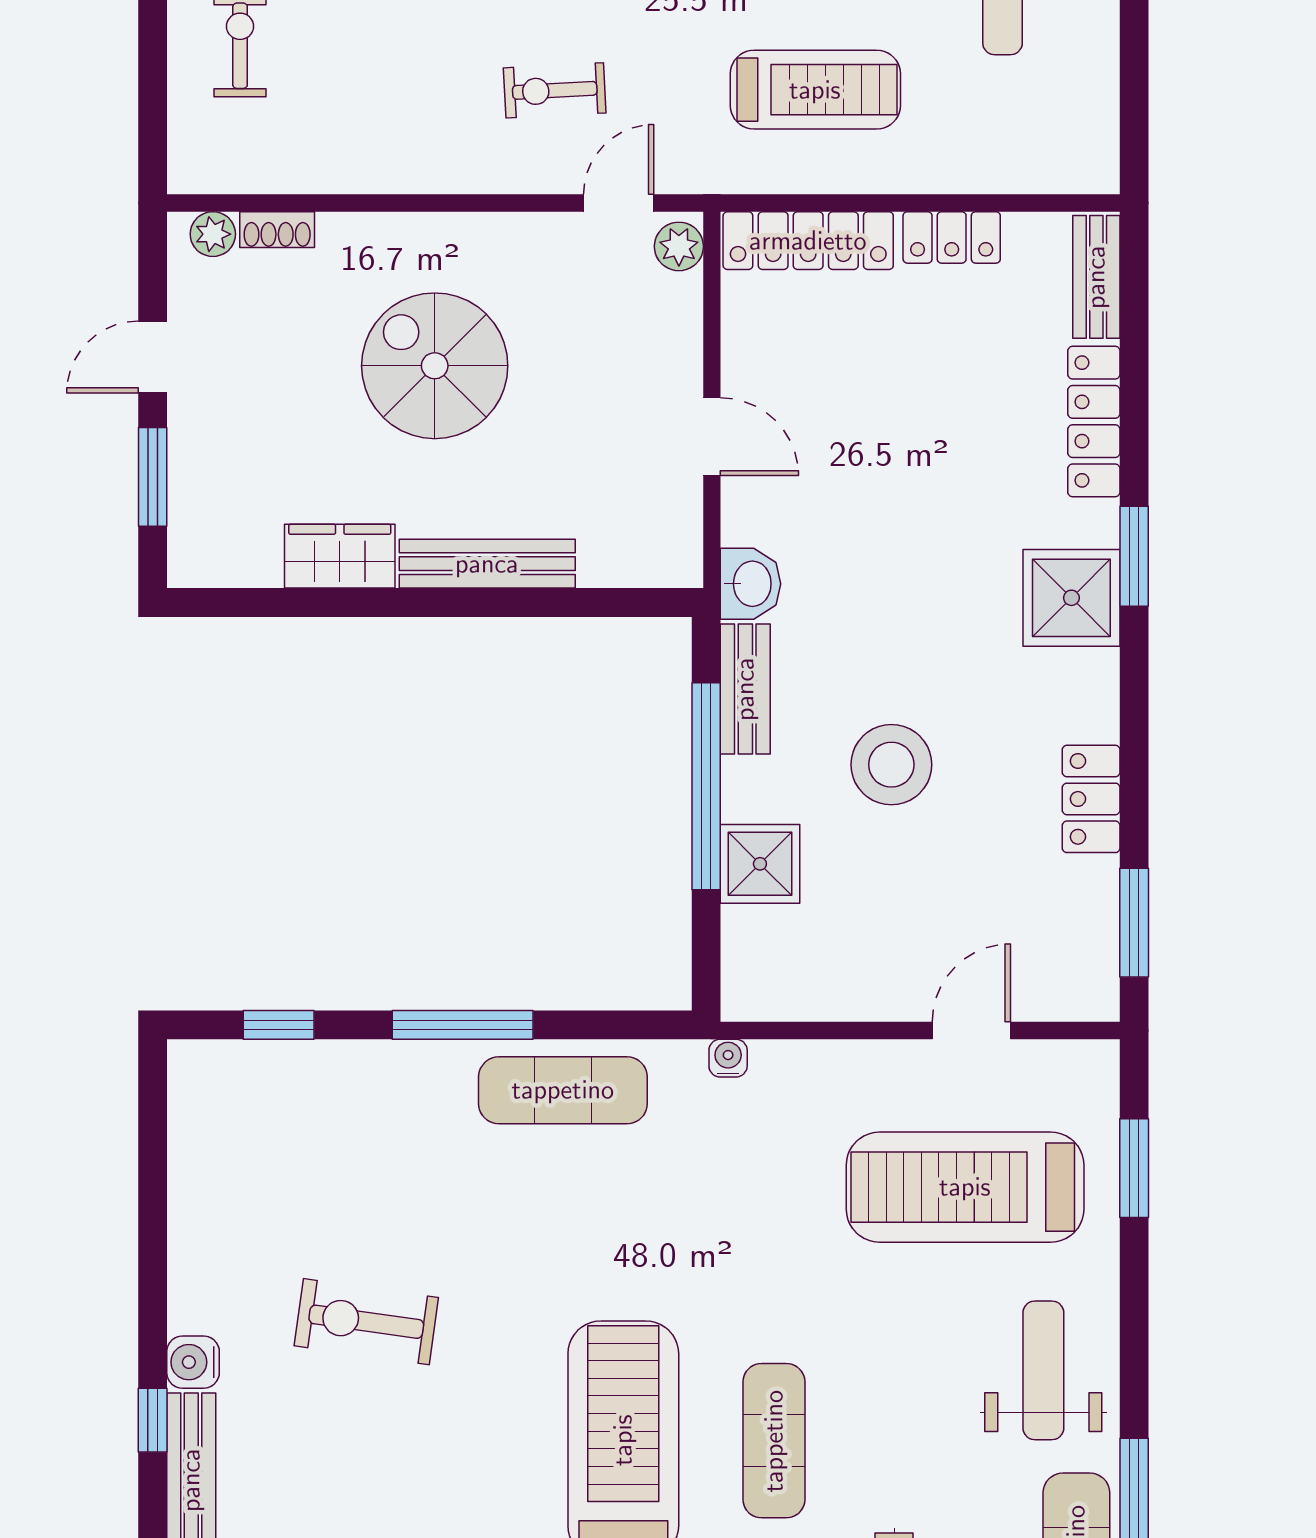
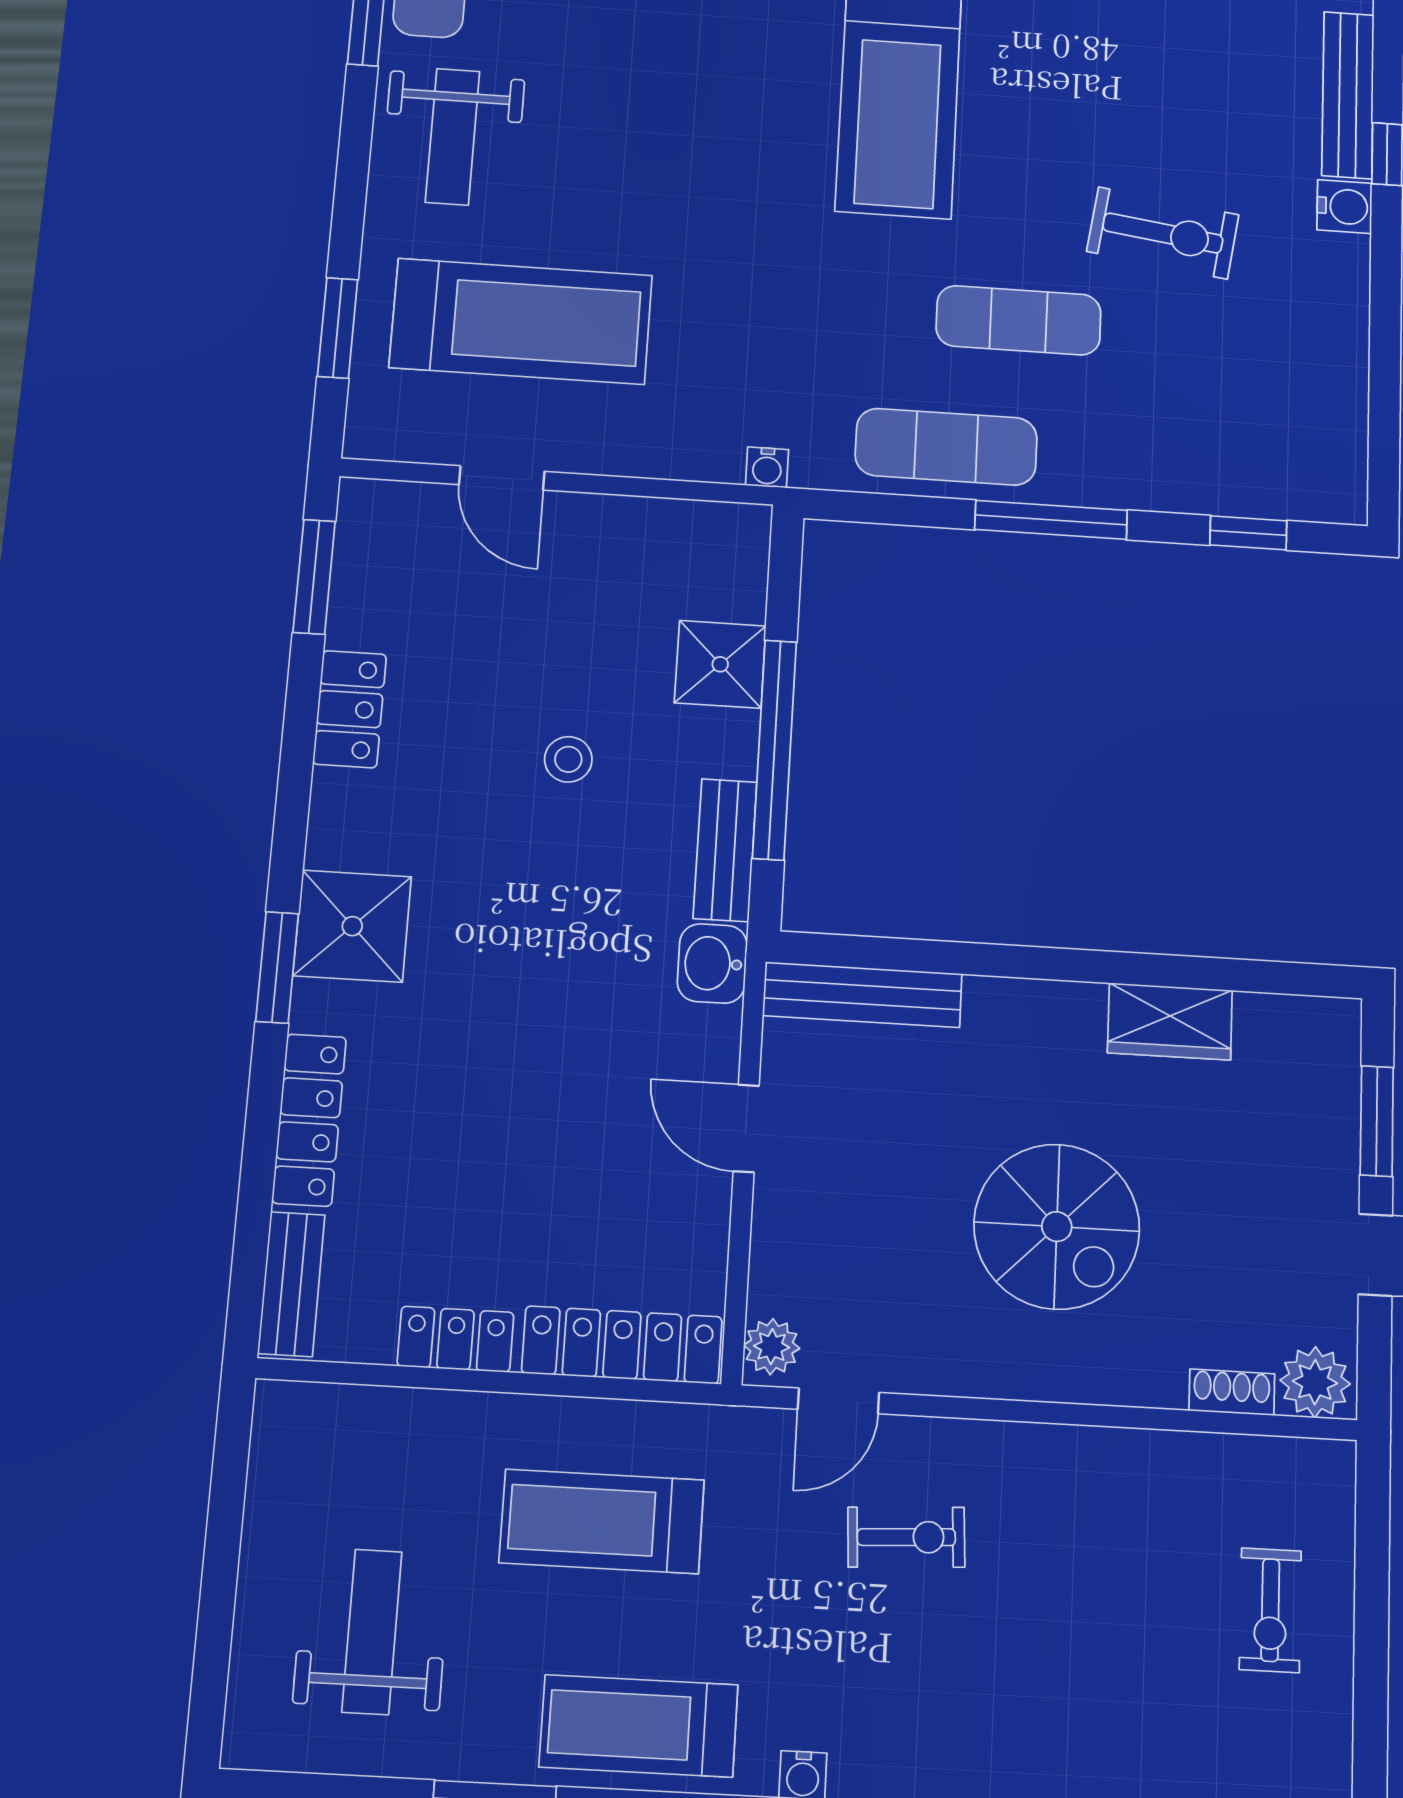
plant: (213, 234) -> (1315, 1382), width x1.38, depth x1.38
bench: (487, 564) -> (862, 995), moved
stool: (891, 765) -> (568, 759), width x0.53, depth x0.53
door: (971, 1030) -> (502, 478), hinge flipped
exercise mat: (774, 1441) -> (1019, 320), moved, turned 90

